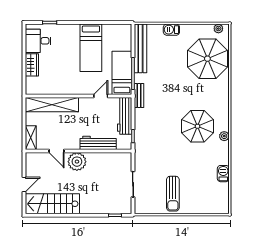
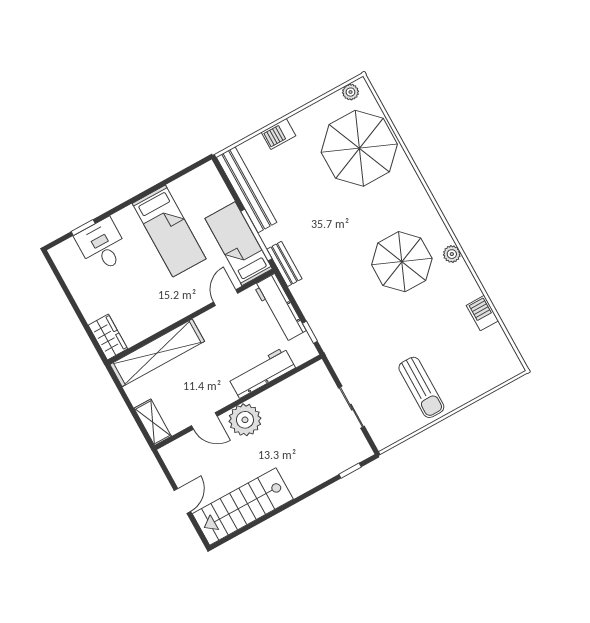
desk: (38, 41) -> (102, 246), moved, turned 90
wardrobe: (32, 65) -> (108, 337), moved

